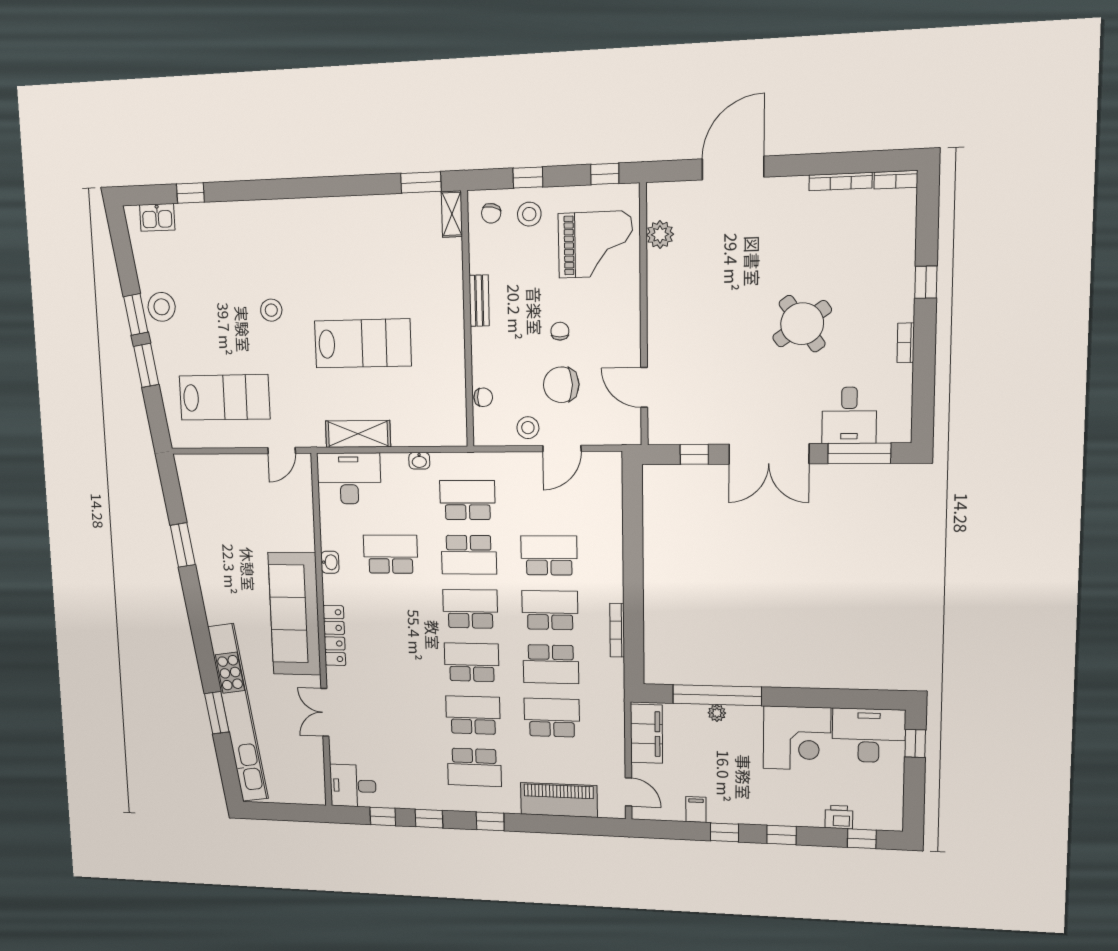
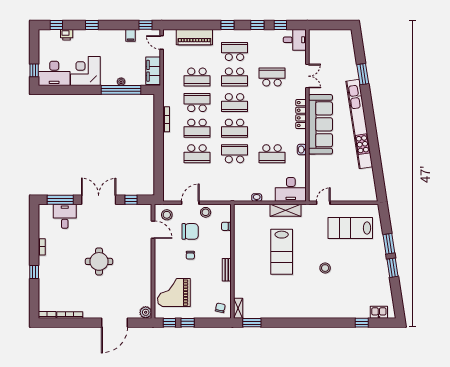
window: (528, 177) -> (188, 323), moved
stool: (529, 214) -> (167, 215), moved
plant: (660, 235) -> (146, 312), moved
stool: (162, 307) -> (379, 271), removed
round table: (802, 324) -> (99, 261), moved, turned 35
lab bench: (363, 343) -> (282, 252), turned -90
school desk: (467, 500) -> (272, 77), moved, turned 180
window: (183, 545) -> (376, 157), removed
kitchen unit: (238, 713) -> (359, 124), moved
window: (724, 832) -> (145, 25), moved

